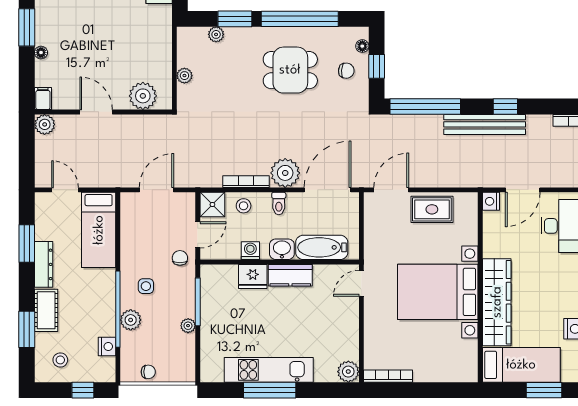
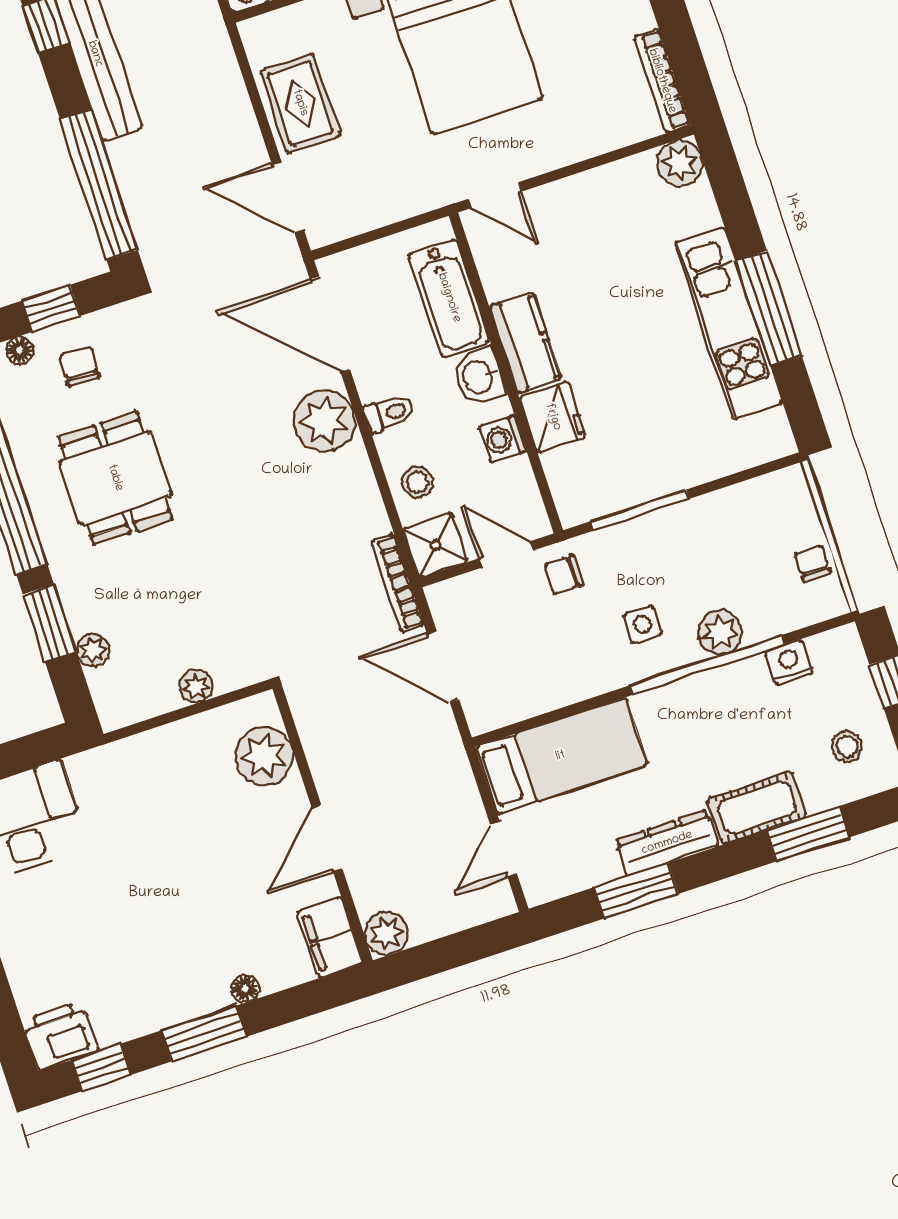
filing cabinet: (43, 98) -> (330, 937), width x2.00
bookcase: (246, 182) -> (397, 583), moved
plant: (188, 326) -> (694, 514), removed

